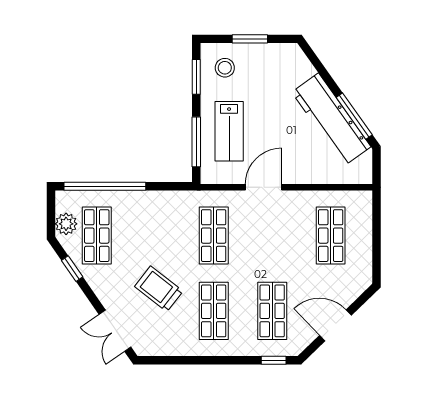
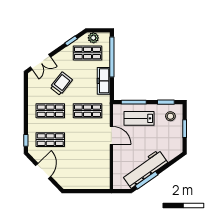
freezer: (153, 203) -> (104, 81), added
shop shelf: (331, 236) -> (87, 169), removed
double door: (115, 331) -> (40, 62), swing flipped

